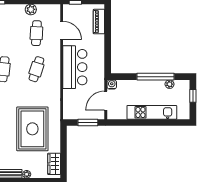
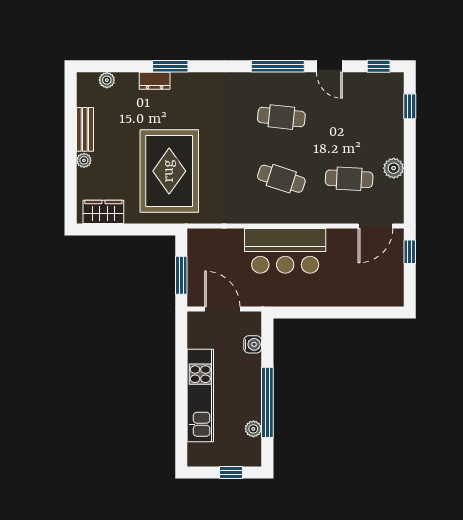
piano: (99, 22) -> (371, 296), removed
door: (62, 30) -> (375, 226), moved
water cooler: (112, 84) -> (253, 344), moved
rug: (32, 129) -> (169, 171), turned 90

